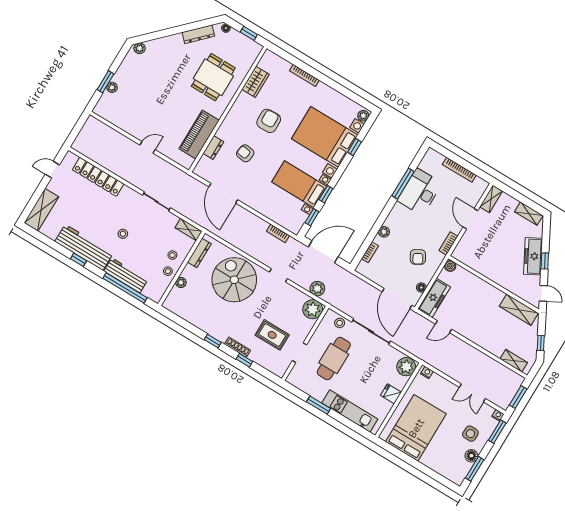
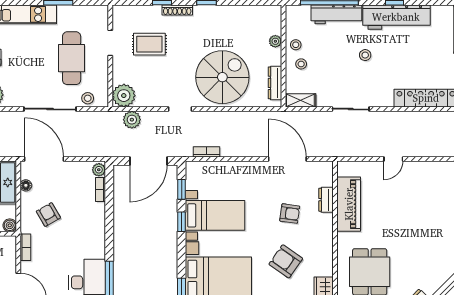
armchair: (269, 121) -> (286, 261), turned 127
plant: (384, 232) -> (99, 170), moved
spiral stairs: (234, 280) -> (222, 77), turned -90

